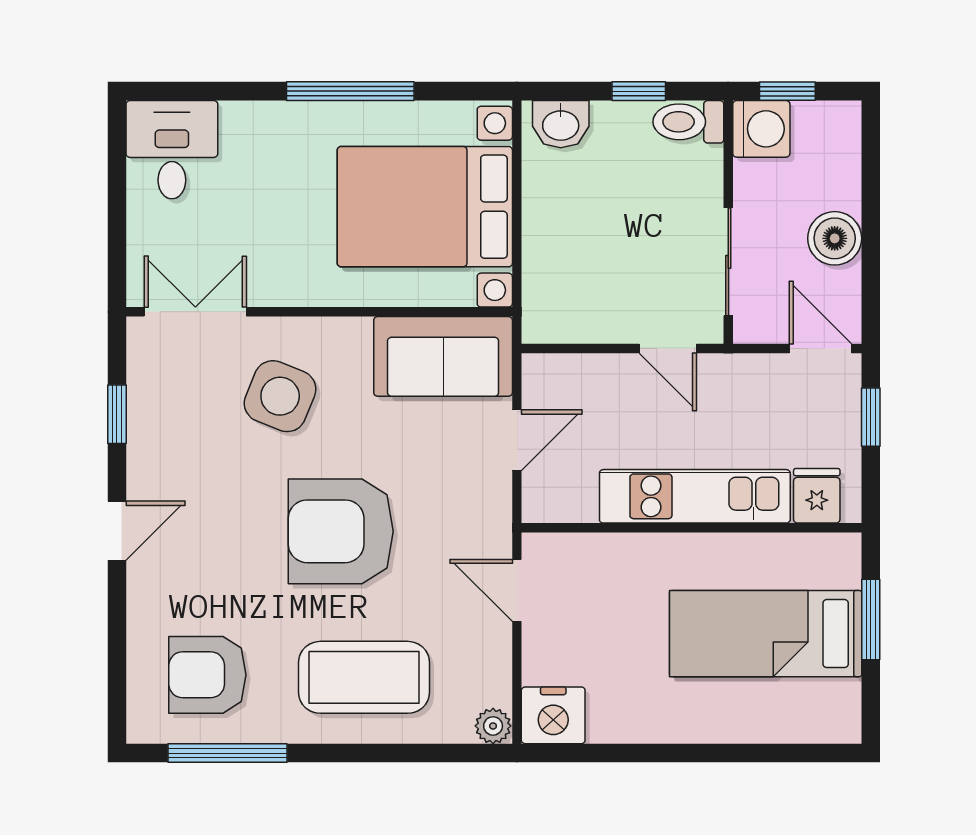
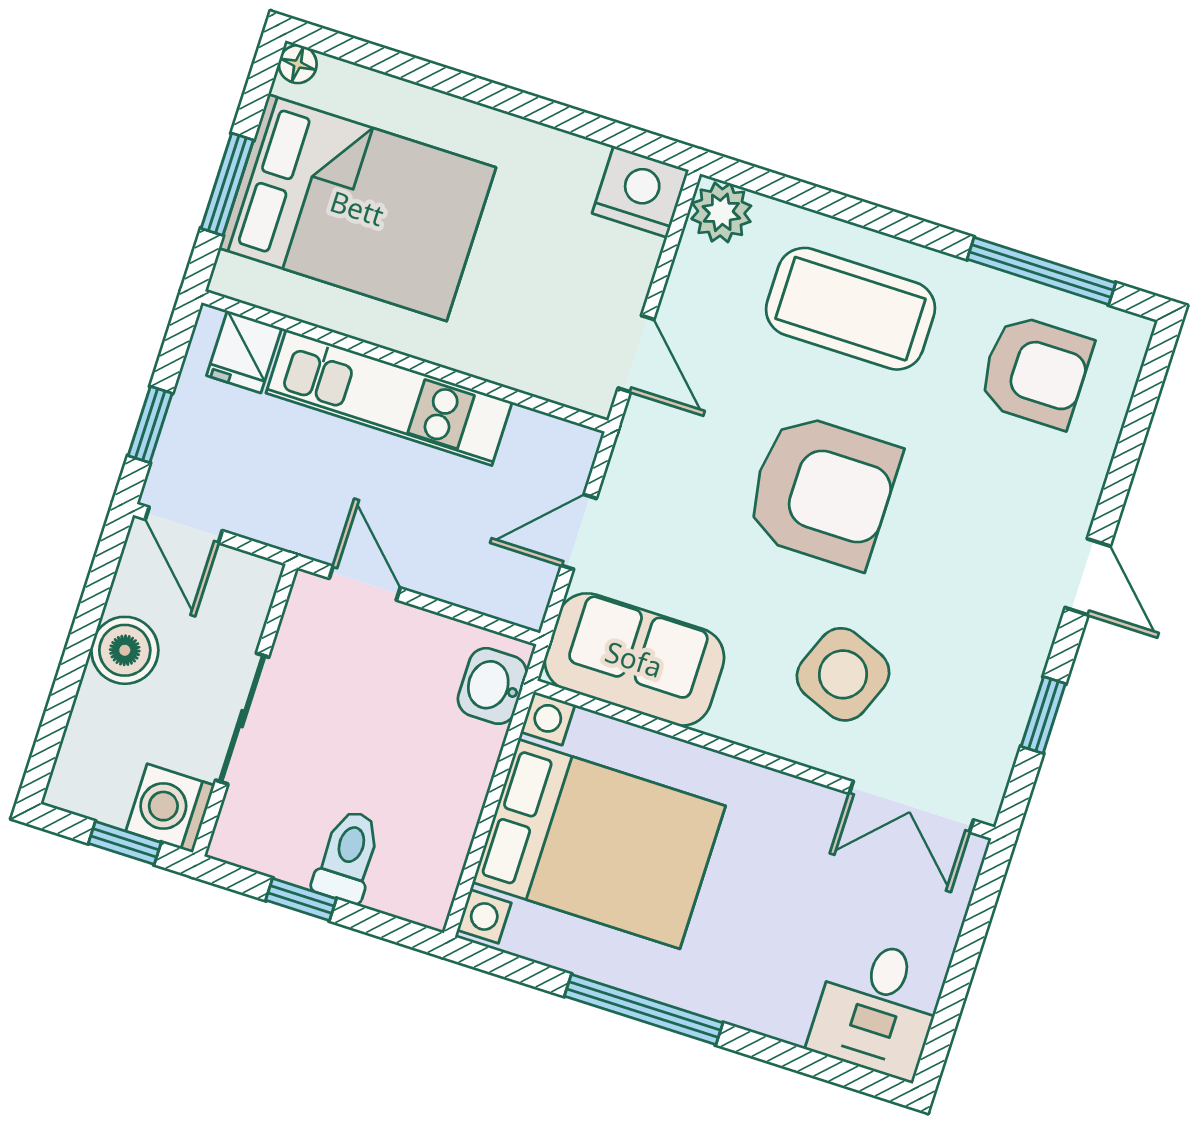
toilet: (688, 122) -> (348, 856), moved, turned -90
washbasin: (561, 124) -> (492, 686), moved, turned -90
sliding door: (728, 262) -> (242, 719), moved
door: (117, 531) -> (1088, 577), swing flipped
bed: (766, 634) -> (357, 208), width x1.50
plant: (493, 726) -> (721, 212), width x1.38, depth x1.38
floor lamp: (846, 729) -> (298, 64), added

